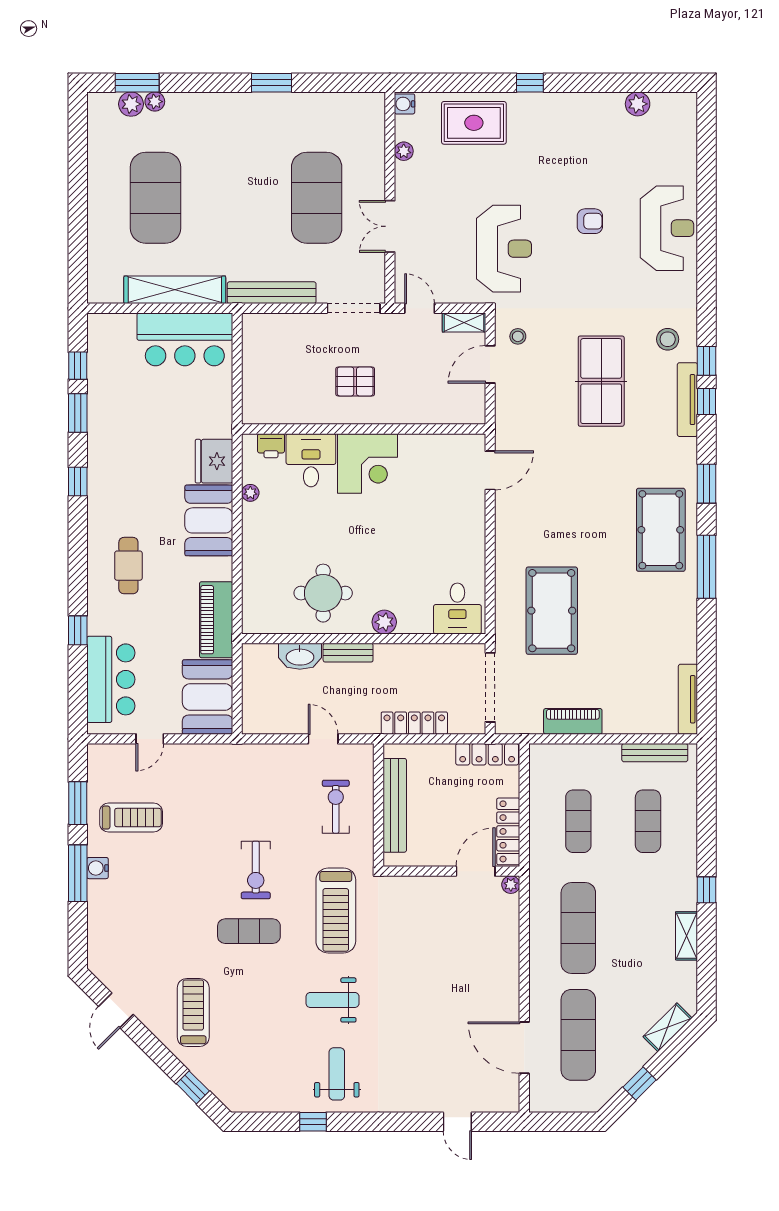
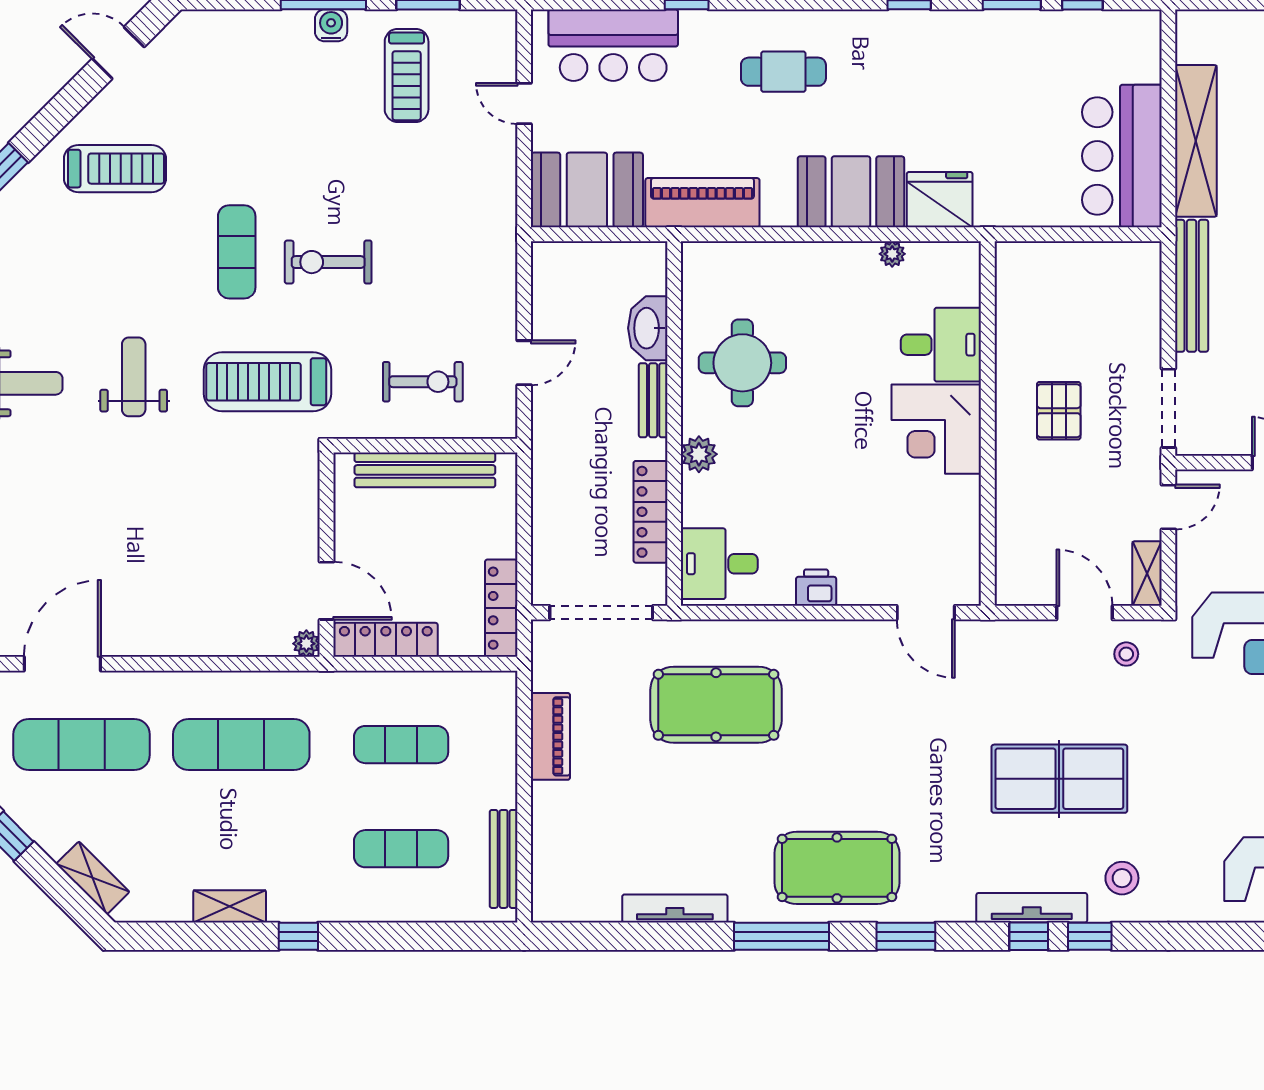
printer: (271, 446) -> (816, 588), moved, turned 90
tv unit: (688, 699) -> (675, 909), moved
locker: (414, 723) -> (650, 512), moved, turned 180

